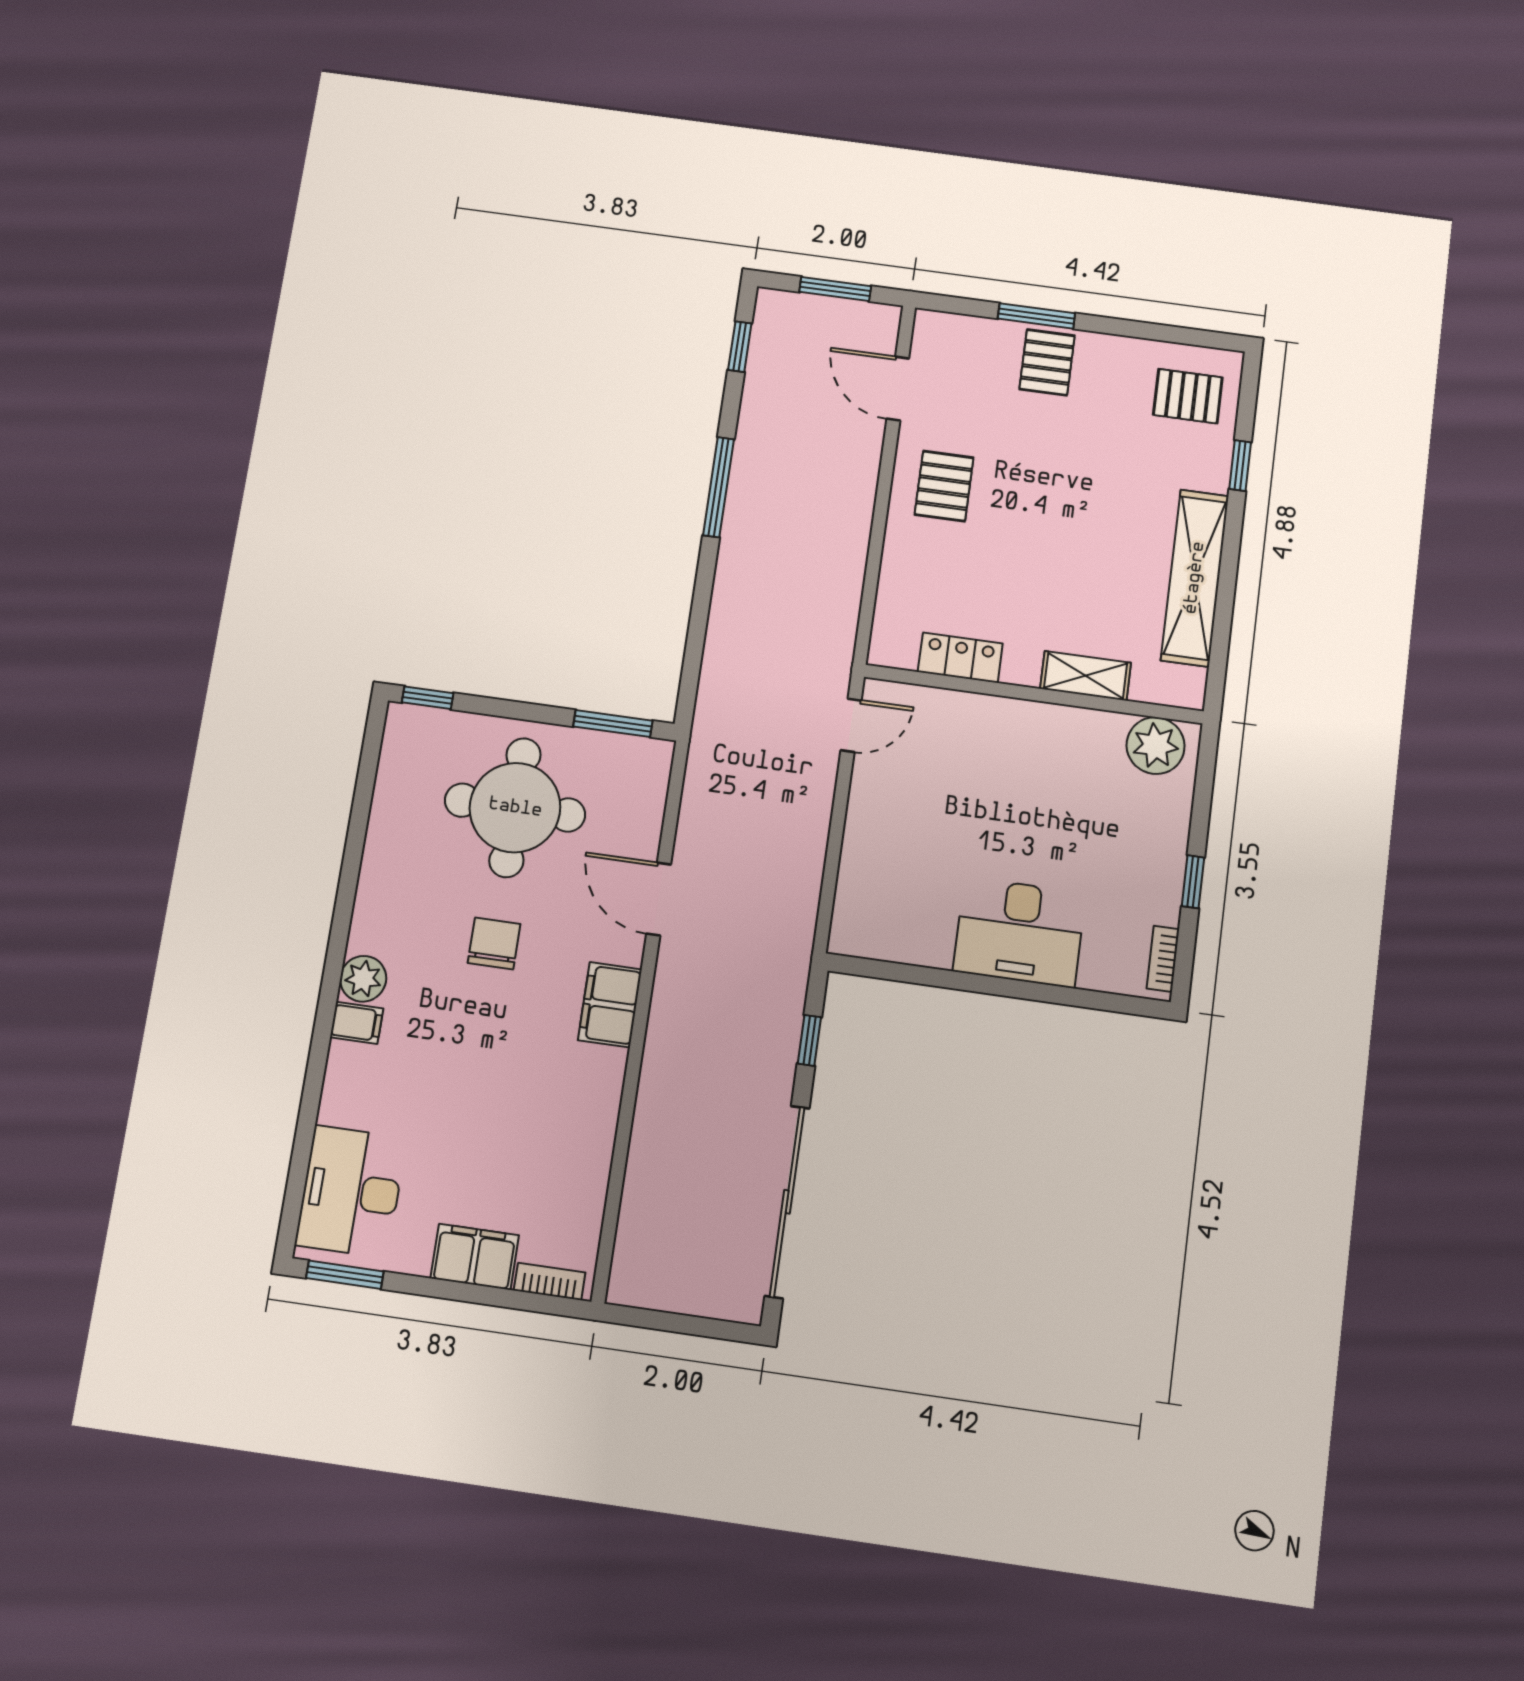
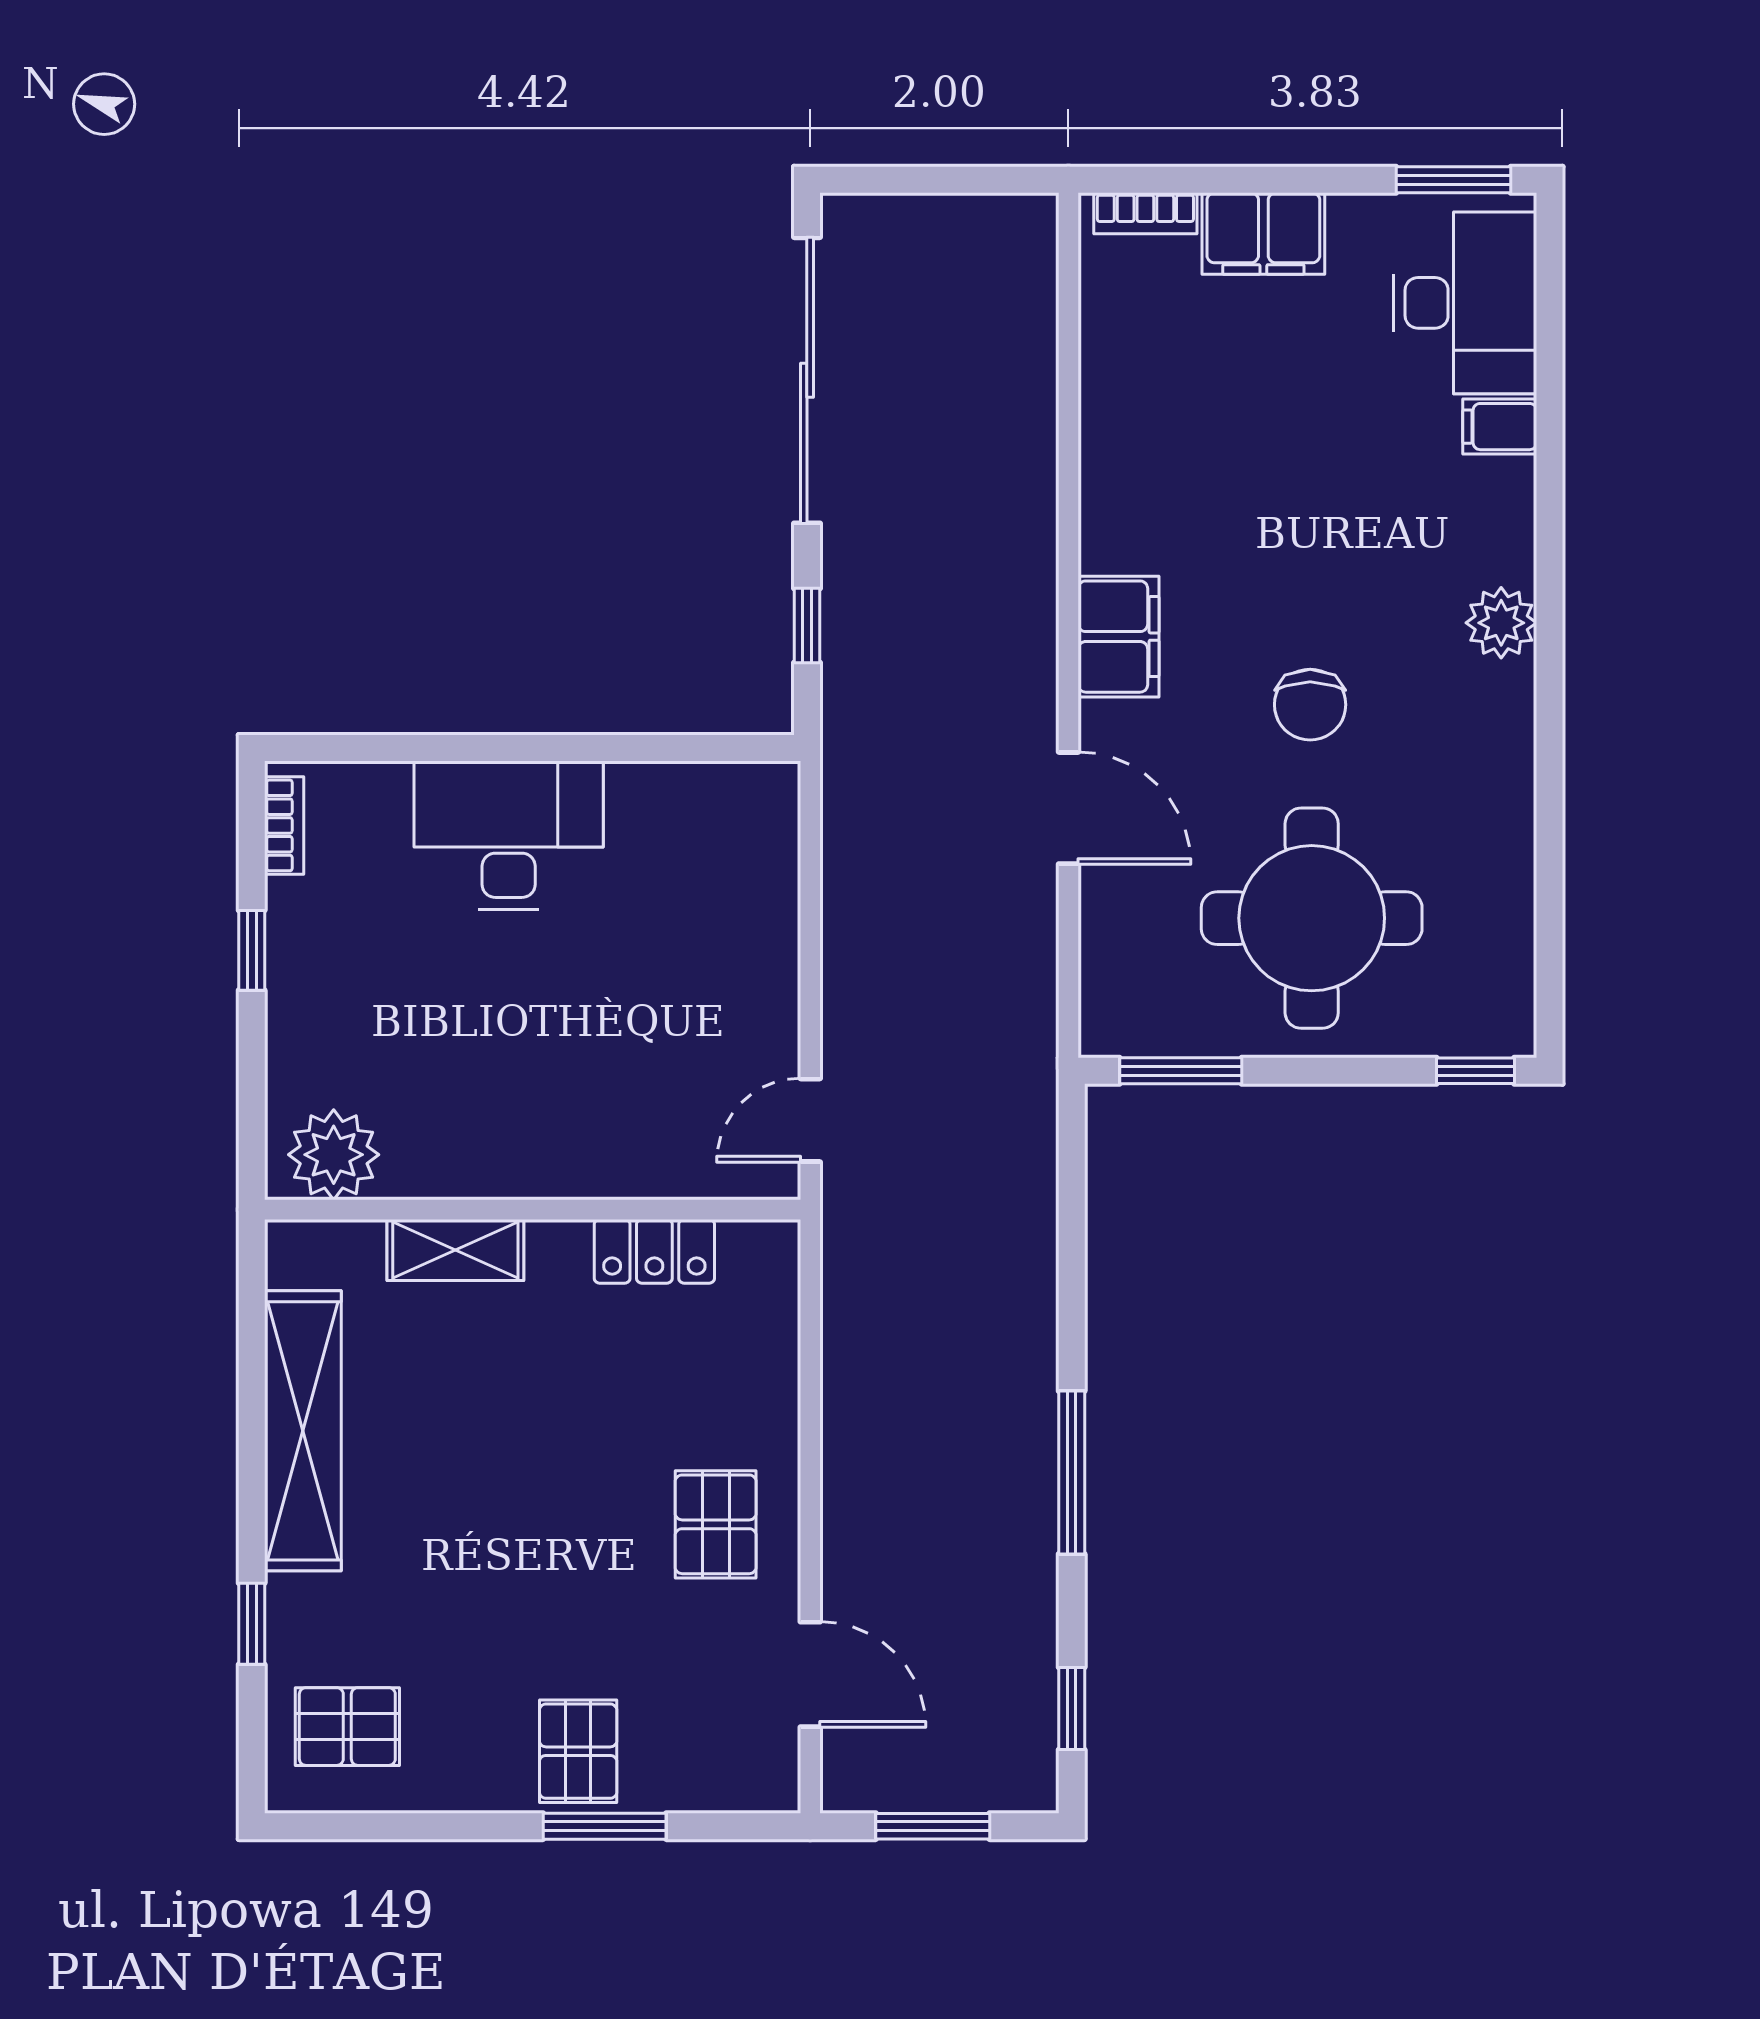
filing cabinet: (357, 1023) -> (1500, 427), moved

